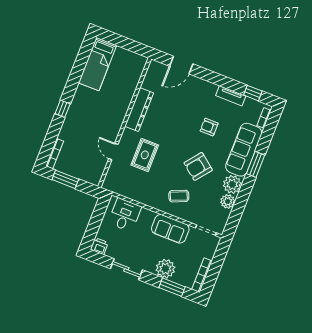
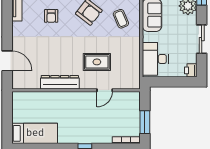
desk: (125, 215) -> (155, 59), width x1.37

